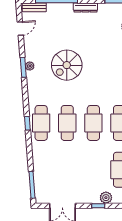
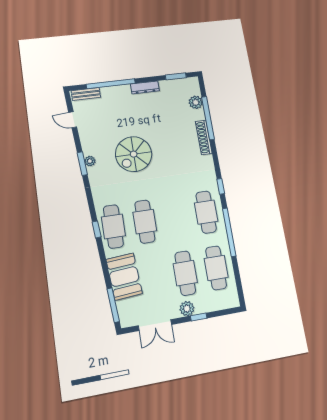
door: (20, 29) -> (73, 120), swing flipped
cafe table: (93, 123) -> (185, 273), moved
booth: (44, 164) -> (124, 276), added
plant: (106, 198) -> (187, 309), moved

